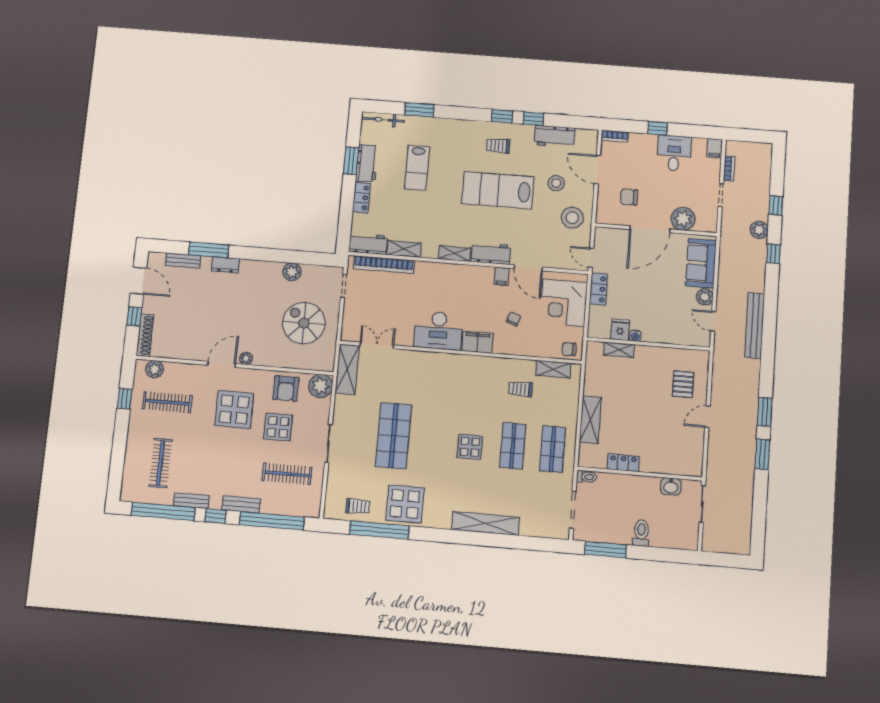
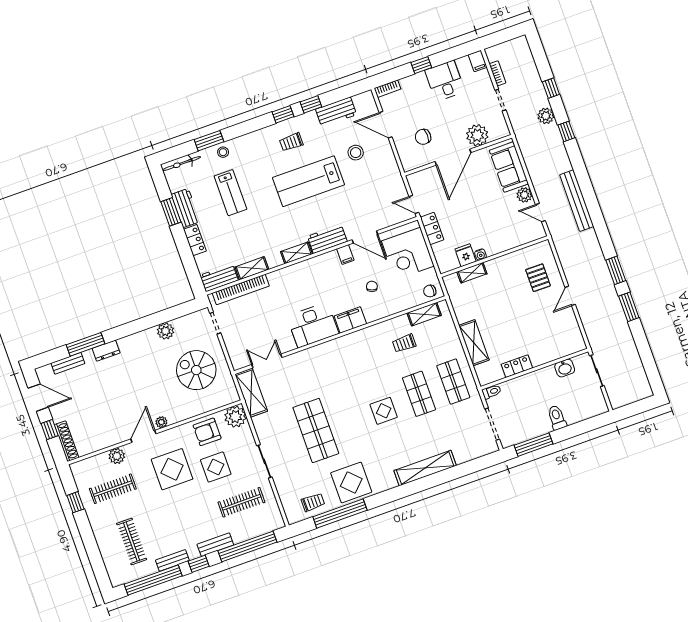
stool: (572, 218) -> (223, 152), moved, width x0.53, depth x0.53
plant: (155, 369) -> (117, 456), moved
armchair: (286, 388) -> (207, 432), turned 90

